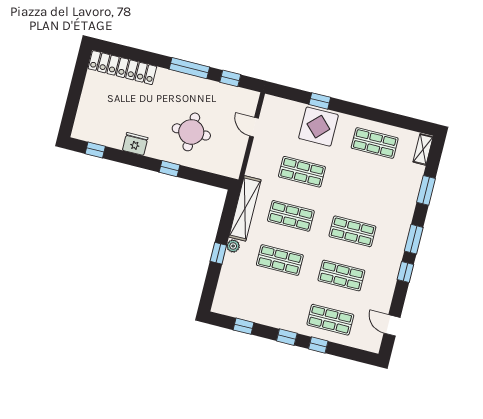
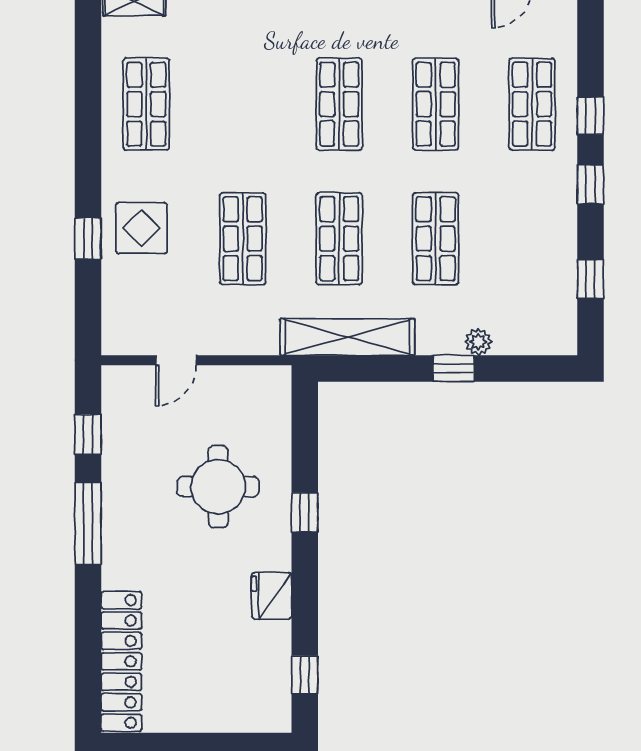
display table: (318, 127) -> (141, 228), width x0.73, depth x0.73
plant: (233, 246) -> (478, 342), moved

